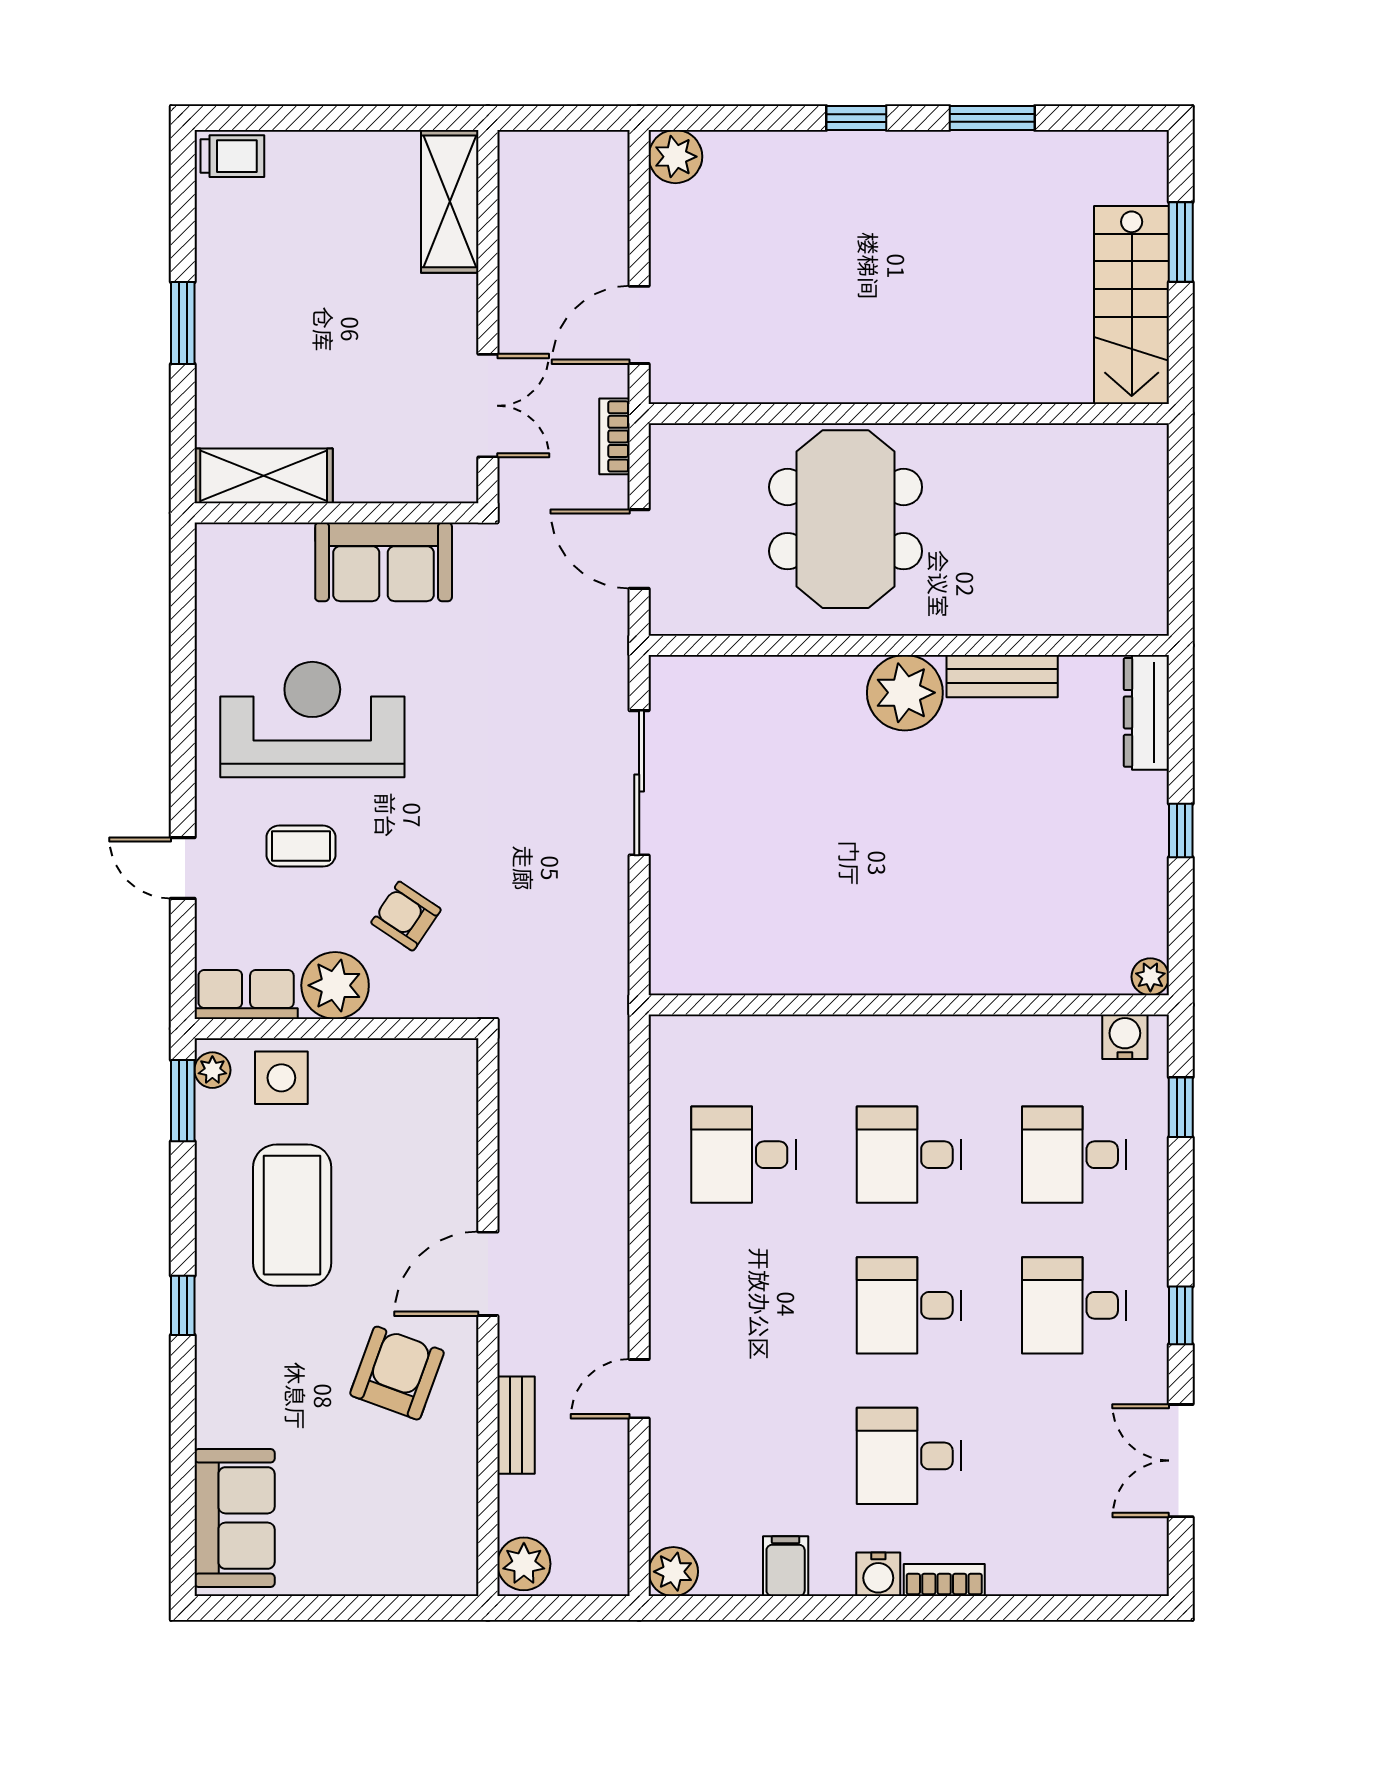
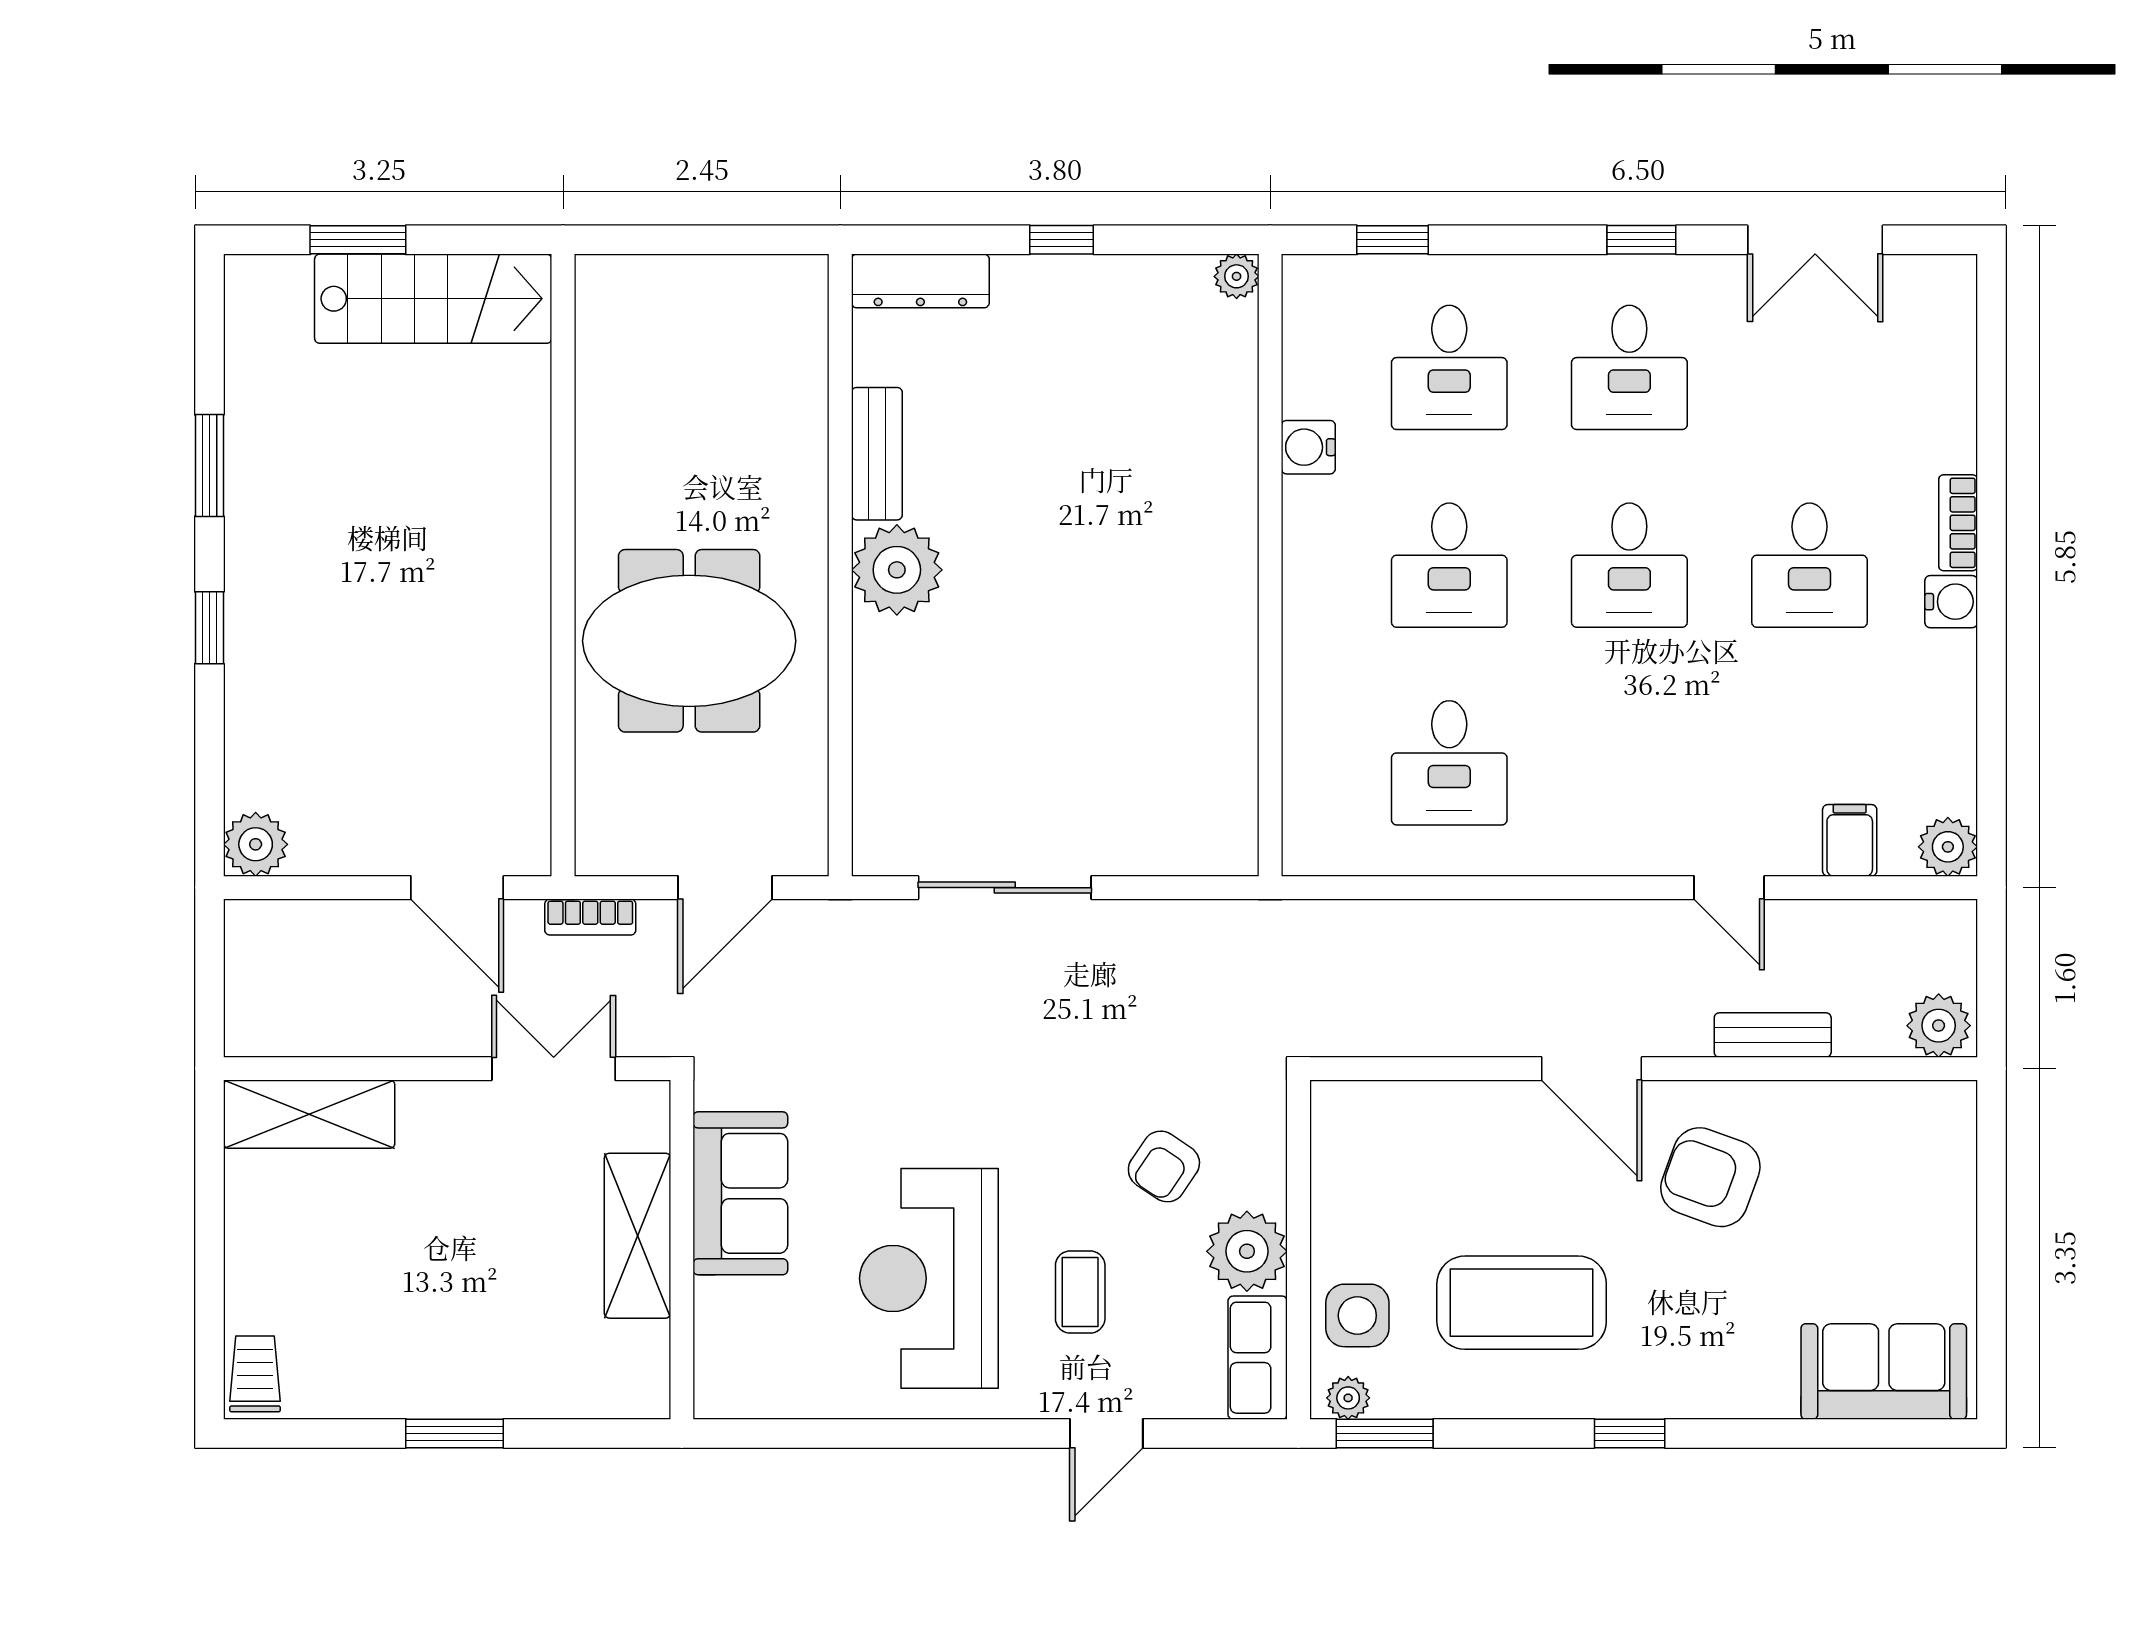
shelving: (264, 476) -> (637, 1236), moved
water cooler: (1125, 1037) -> (1308, 447), moved
filing cabinet: (786, 1566) -> (1850, 840), moved, turned 90

